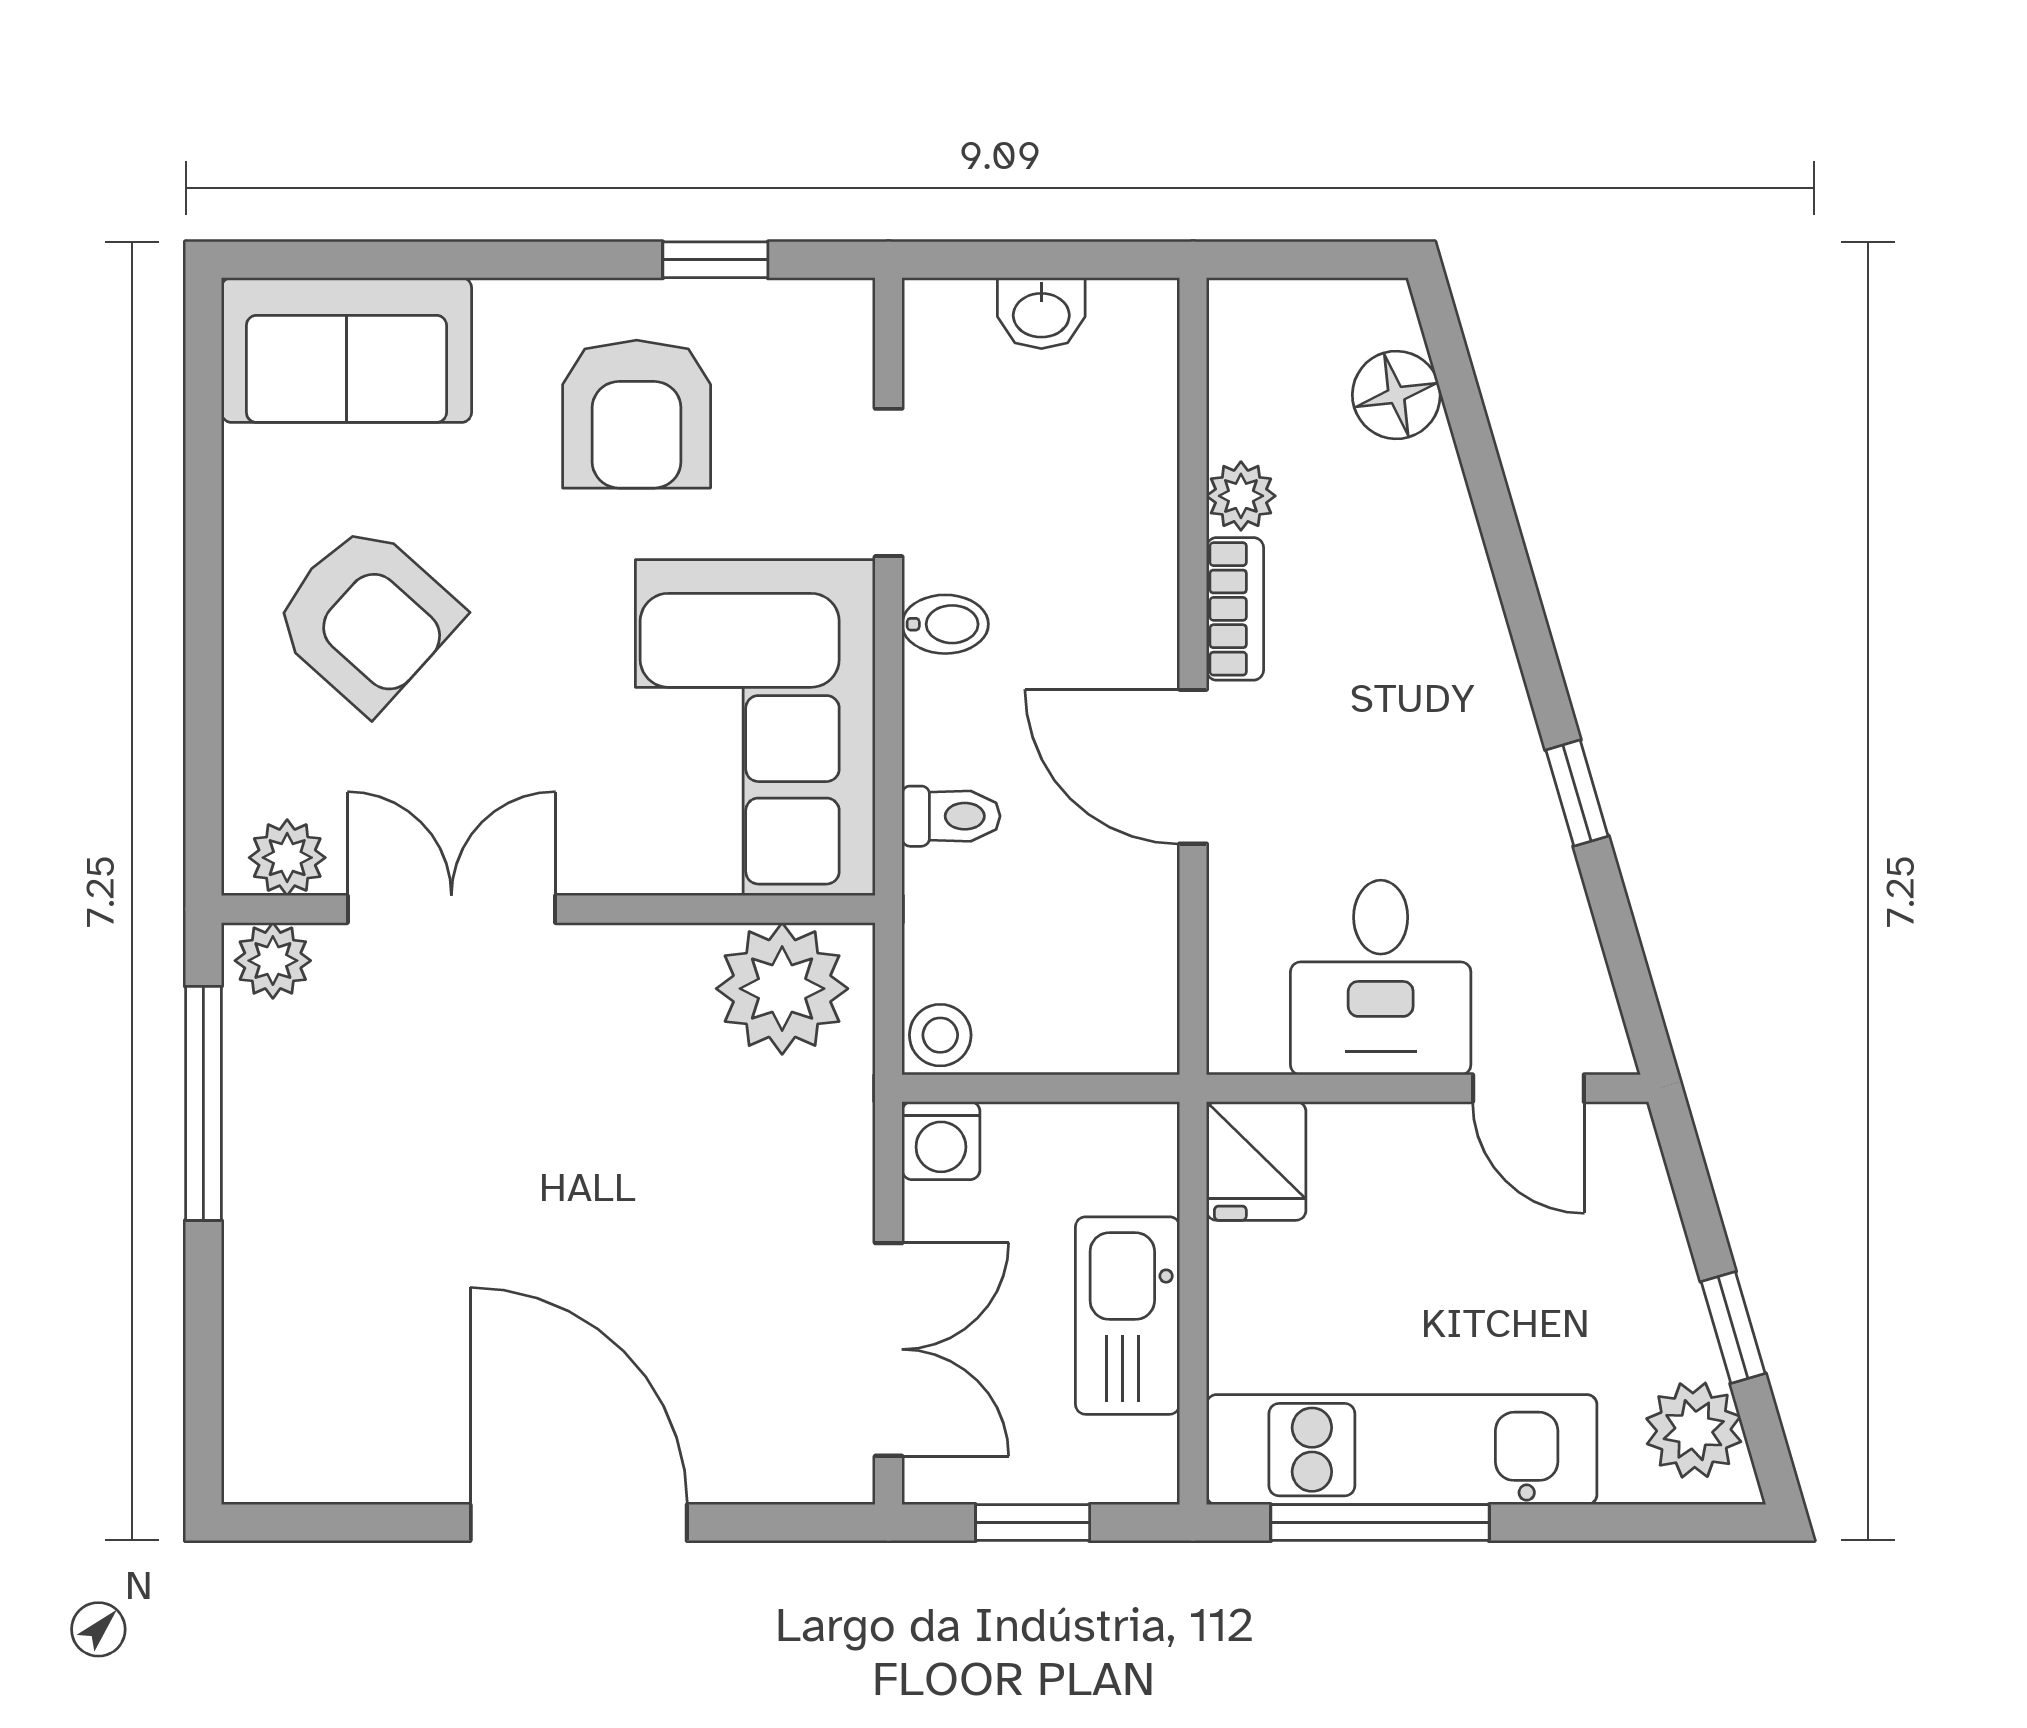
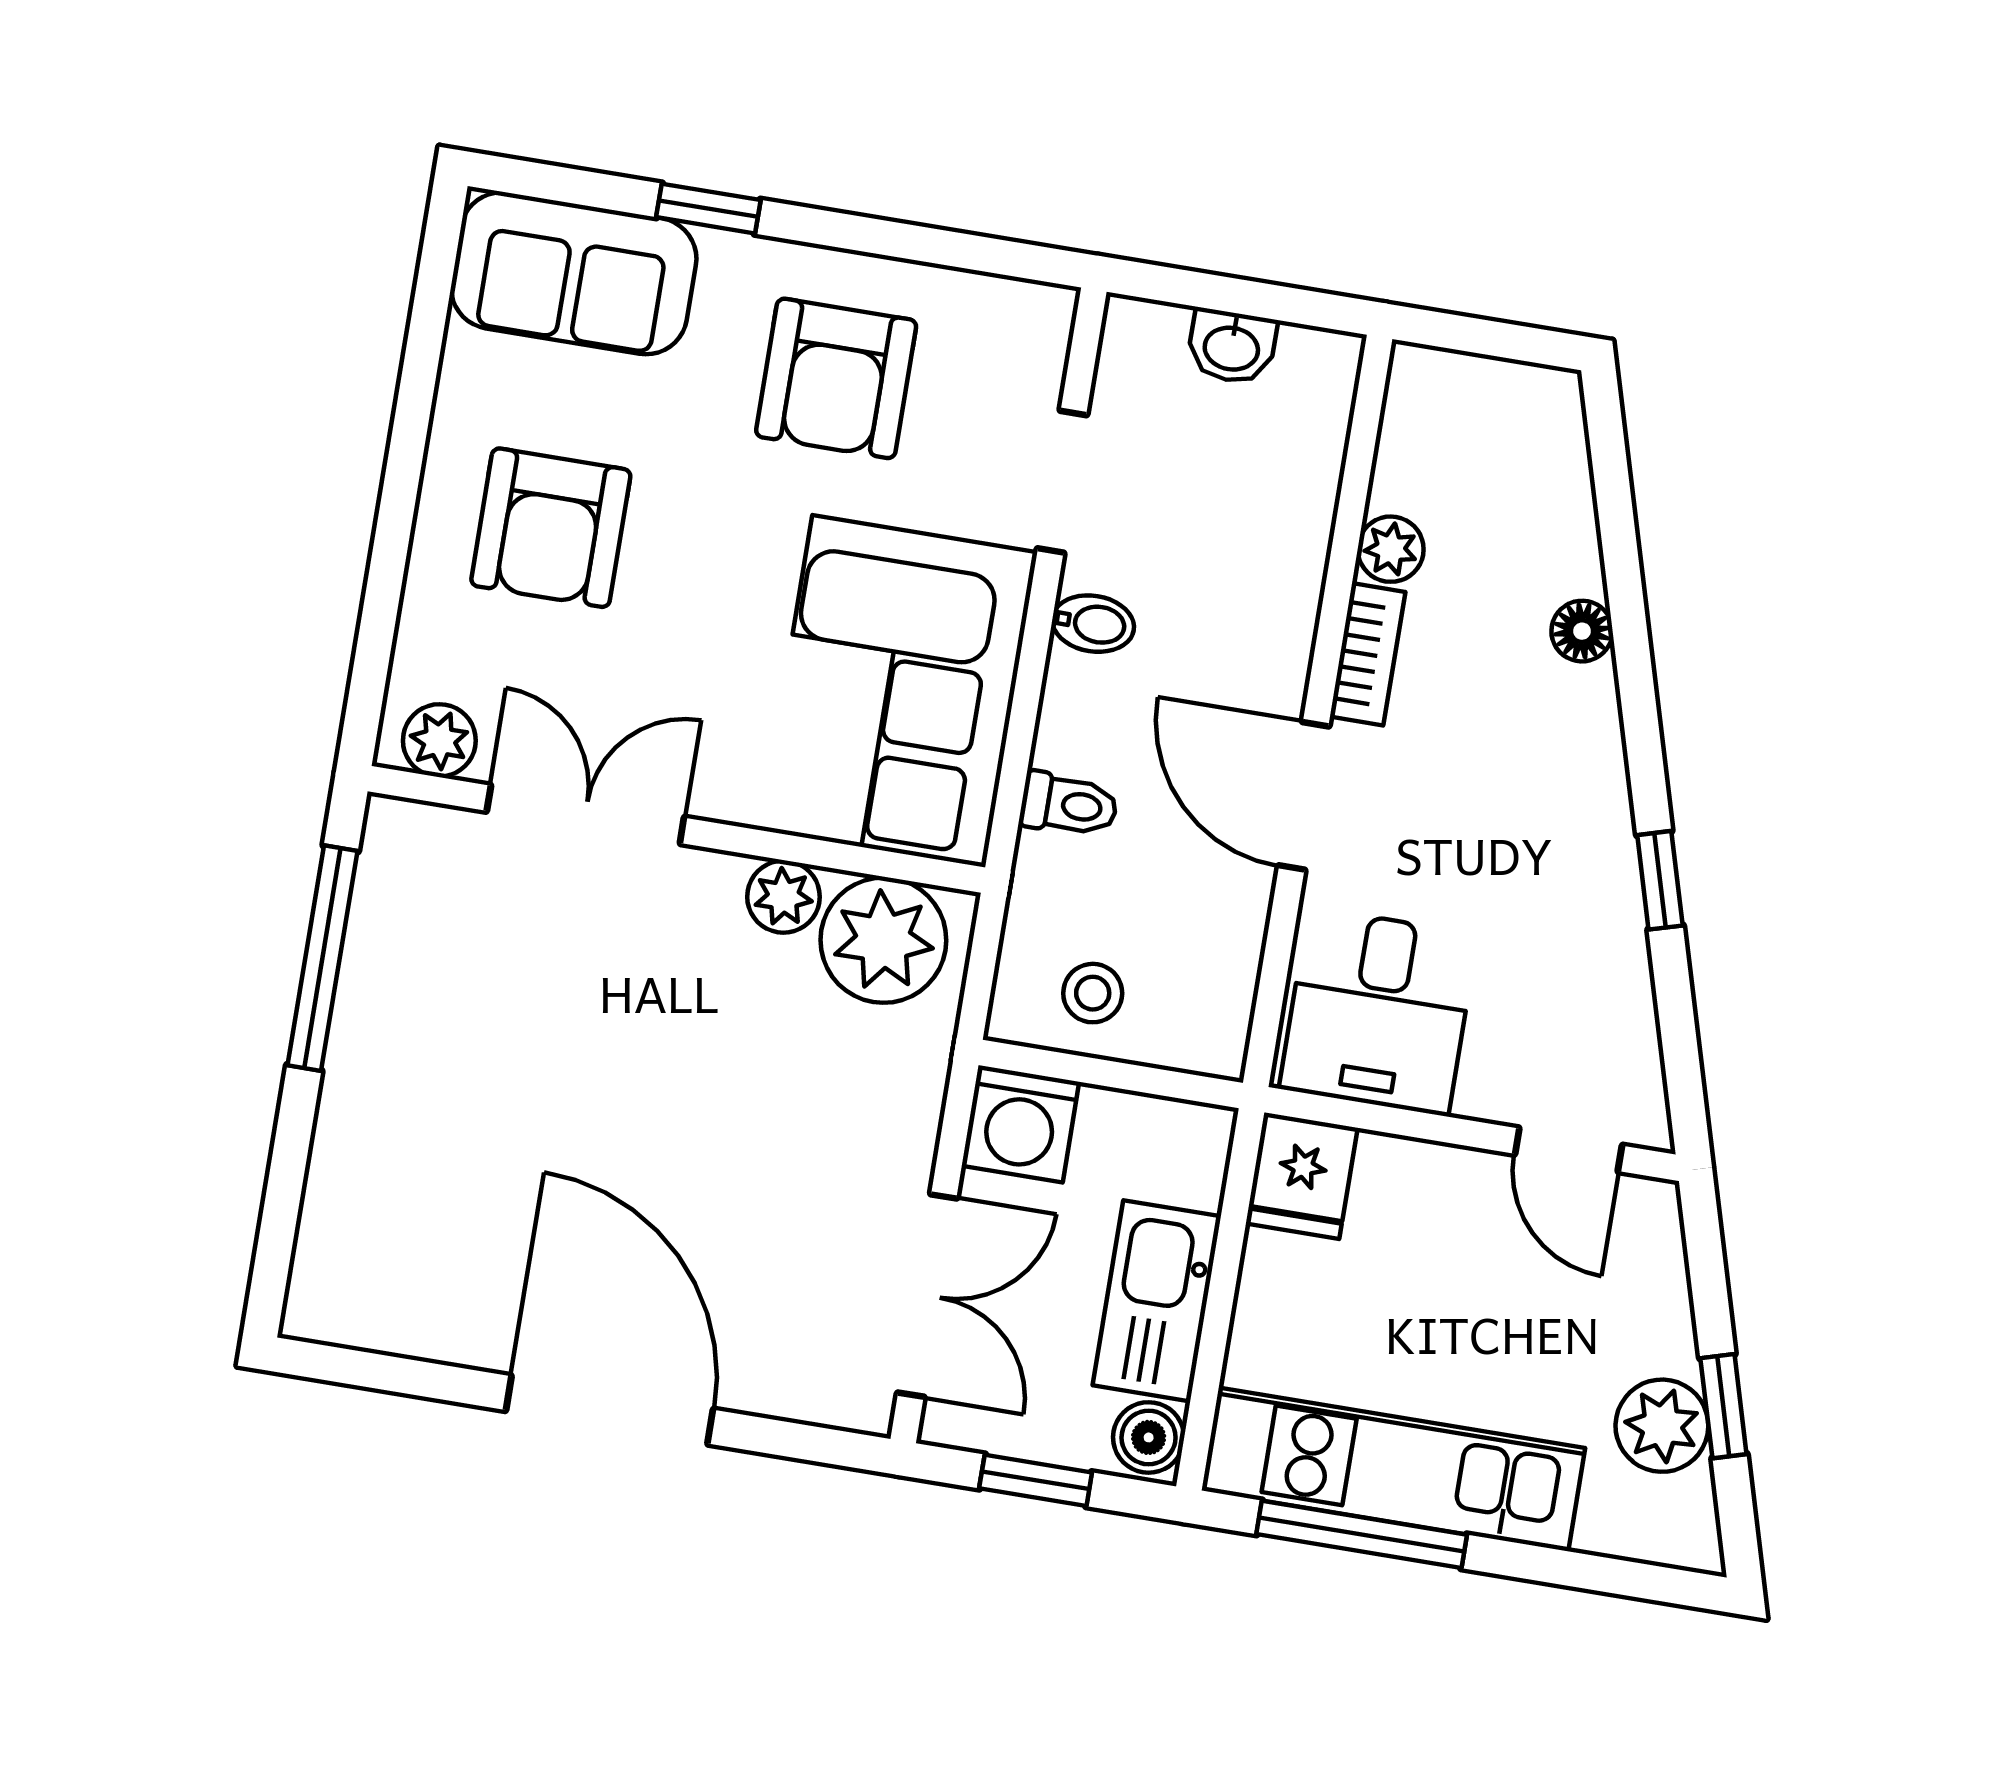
window: (715, 260) -> (708, 209), moved
floor lamp: (1396, 395) -> (1582, 631), moved, width x0.73, depth x0.73
armchair: (366, 618) -> (551, 528), turned 48
plant: (273, 961) -> (783, 897), moved
desk: (1381, 977) -> (1378, 1012), moved
stool: (940, 1035) -> (1093, 993), moved
washing machine: (941, 1141) -> (1020, 1124), width x1.38, depth x1.38
plant: (1694, 1430) -> (1662, 1426), moved
boiler: (1142, 1459) -> (1149, 1437), added

